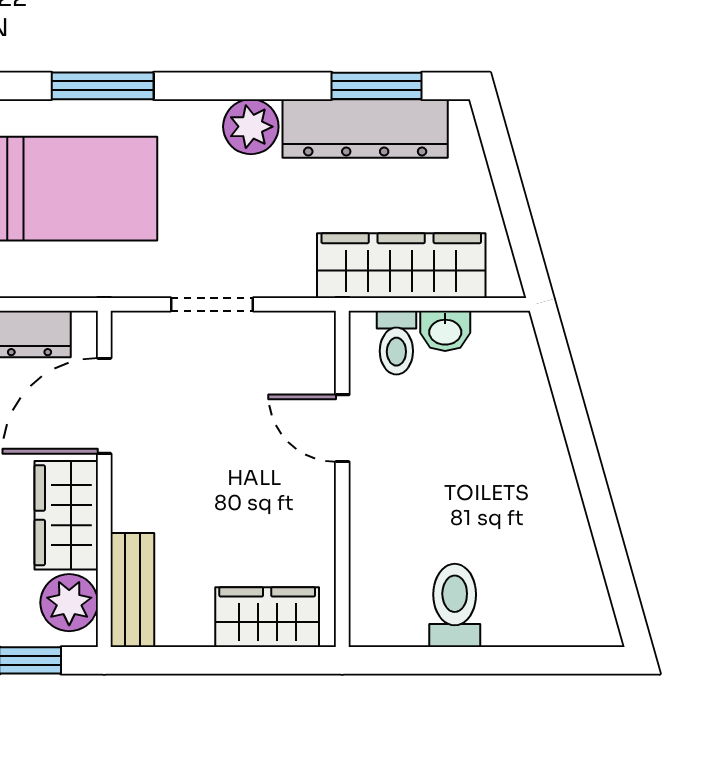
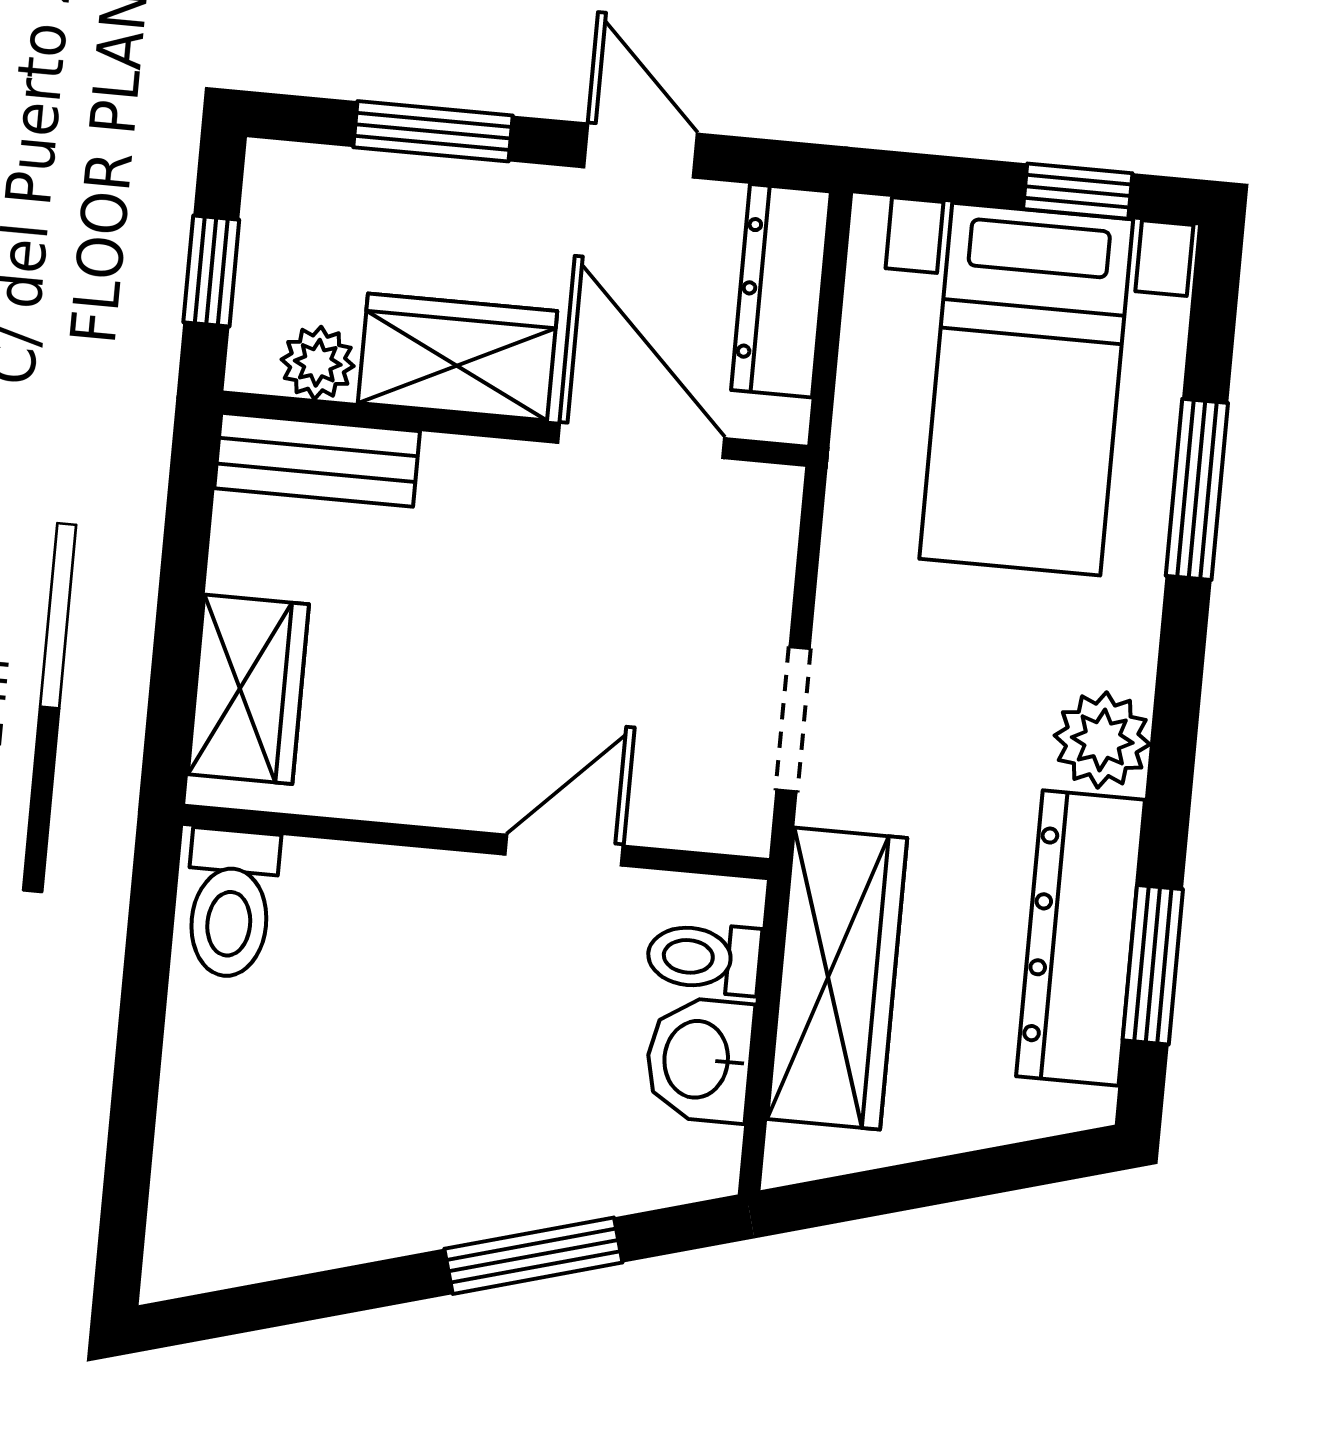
doorway: (212, 304) -> (793, 719), moved
washbasin: (445, 331) -> (699, 1060), width x1.38, depth x1.45
window: (576, 424) -> (533, 1256), added
plant: (69, 603) -> (318, 363), width x0.73, depth x0.73
toilet: (455, 605) -> (231, 903), moved, turned 90

